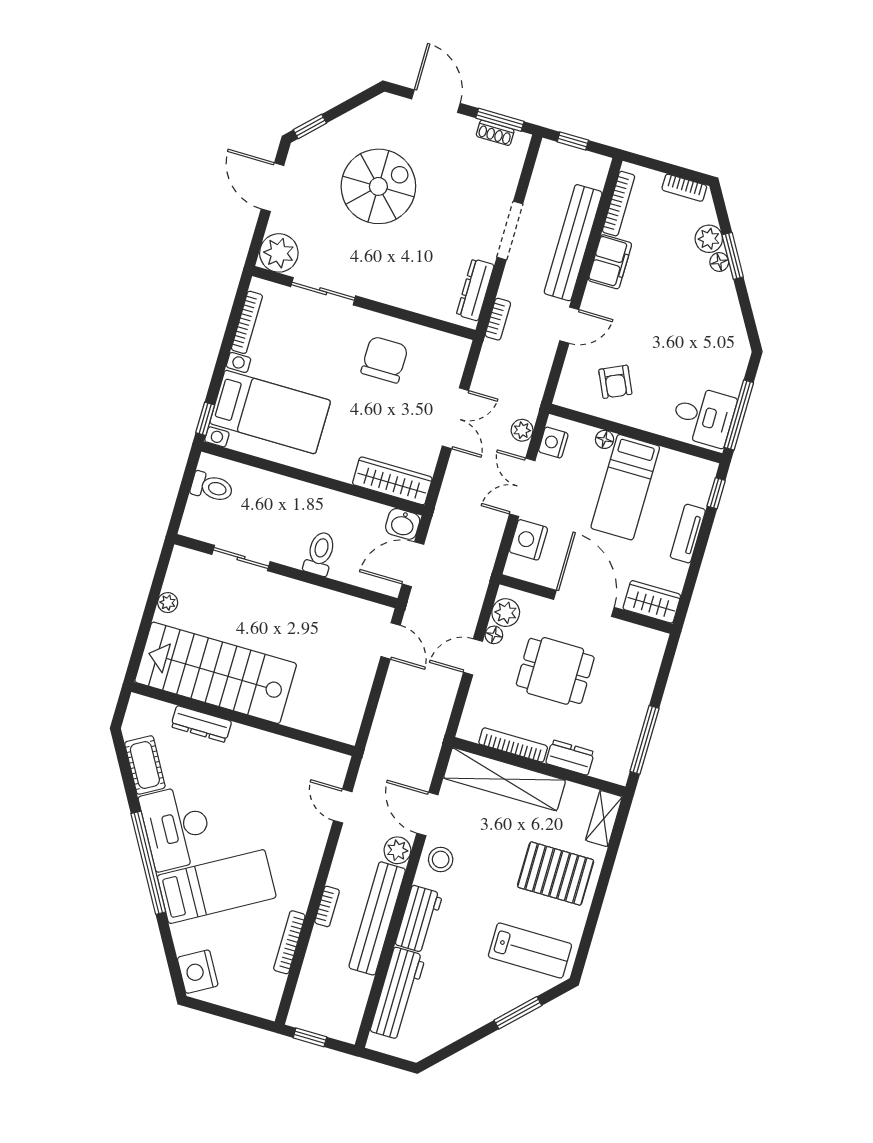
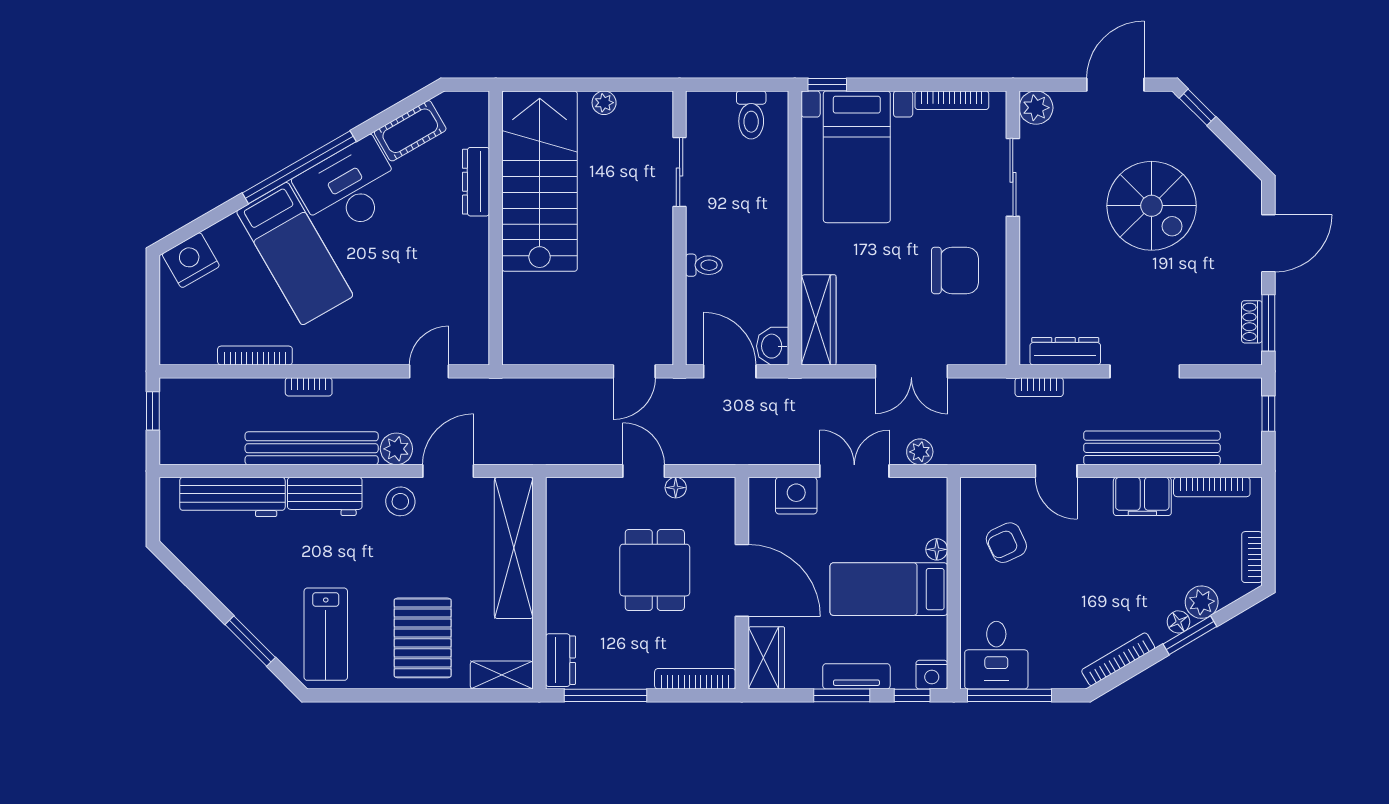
plant: (279, 253) -> (1036, 108), width x0.73, depth x0.73
bookcase: (735, 319) -> (1118, 659), added
nightstand: (553, 443) -> (932, 675), moved, turned 180
window: (700, 550) -> (842, 695), added
toilet: (320, 554) -> (704, 265), width x0.73, depth x0.72
door: (584, 603) -> (742, 580), hinge flipped
plant: (506, 613) -> (705, 494), removed
bookcase: (513, 745) -> (695, 679), moved, turned -90
dresser: (570, 758) -> (560, 660), moved

